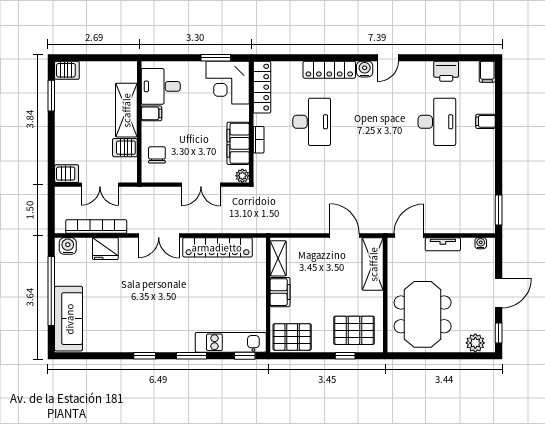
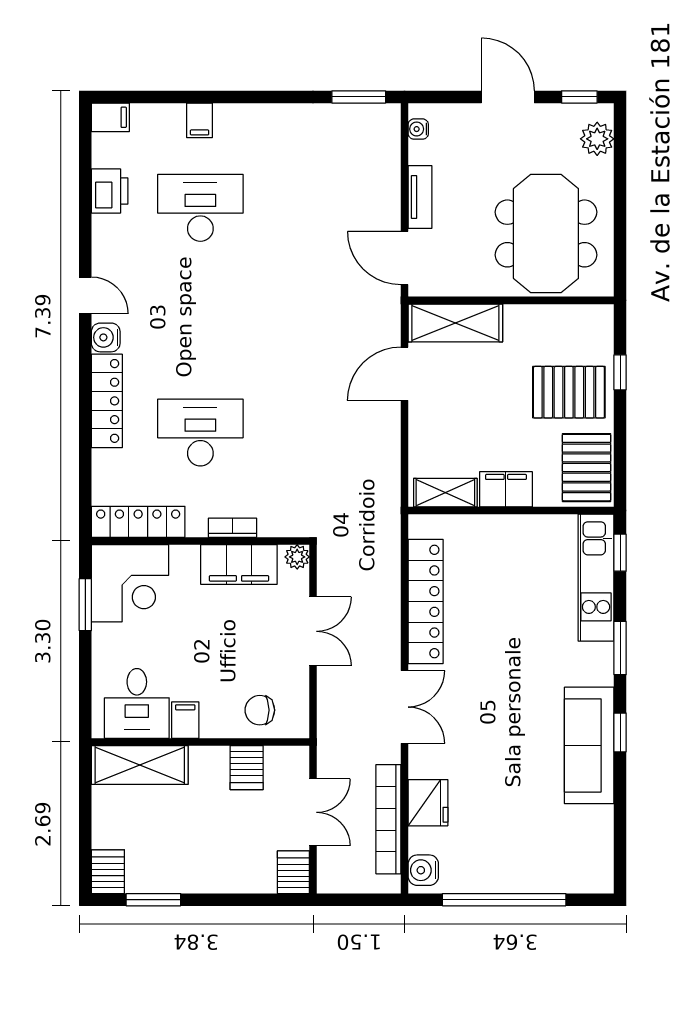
shelving: (126, 110) -> (140, 765), moved
meeting table: (423, 314) -> (546, 233), turned 90
sofa: (69, 319) -> (589, 745), moved, turned -90
pallet: (354, 330) -> (569, 392), moved, turned 90

